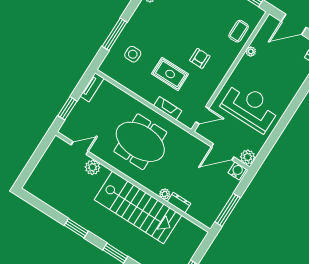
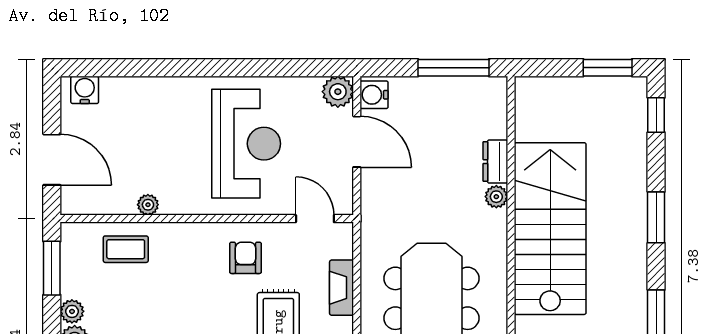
armchair: (200, 58) -> (246, 258), moved, turned 90
reception desk: (250, 107) -> (246, 144), turned 180

